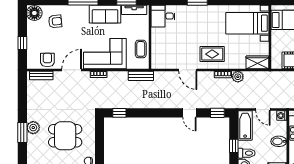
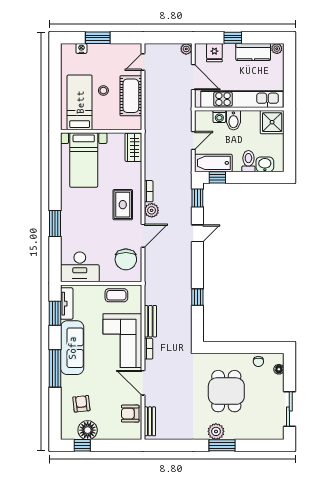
floor lamp: (34, 13) -> (88, 430), moved
sofa: (105, 14) -> (72, 348), width x1.36
desk: (163, 16) -> (80, 267), width x1.37
window: (22, 43) -> (82, 445), moved
chair: (169, 56) -> (126, 259), added
bench: (141, 76) -> (150, 321), moved
plant: (238, 77) -> (152, 210), moved
window: (119, 113) -> (197, 297), moved
washing machine: (282, 116) -> (219, 117), moved
window: (234, 146) -> (217, 177), moved

